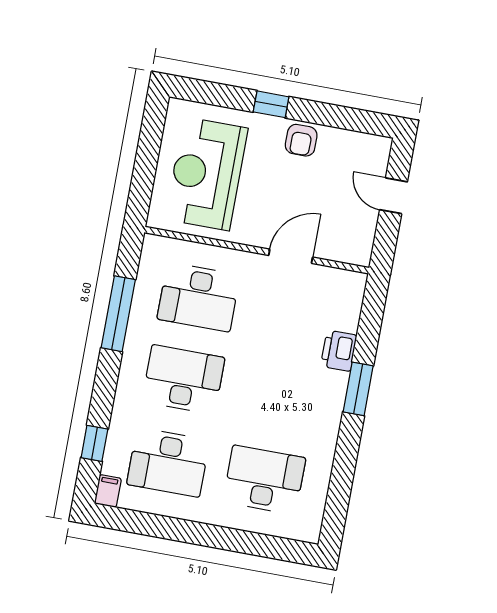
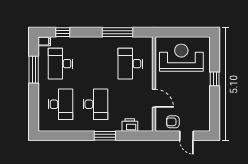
armchair: (301, 140) -> (173, 122), moved
door: (394, 196) -> (186, 136), swing flipped
printer: (339, 351) -> (130, 125), moved
desk: (183, 380) -> (95, 104), moved
window: (171, 528) -> (34, 70), added

